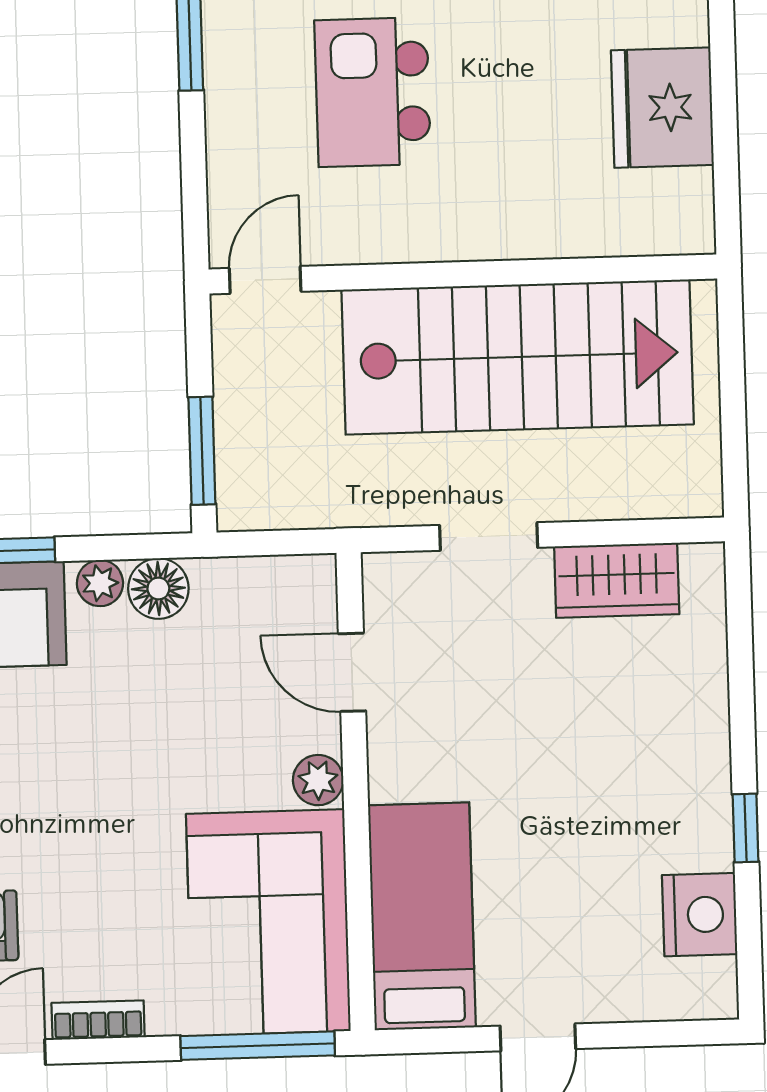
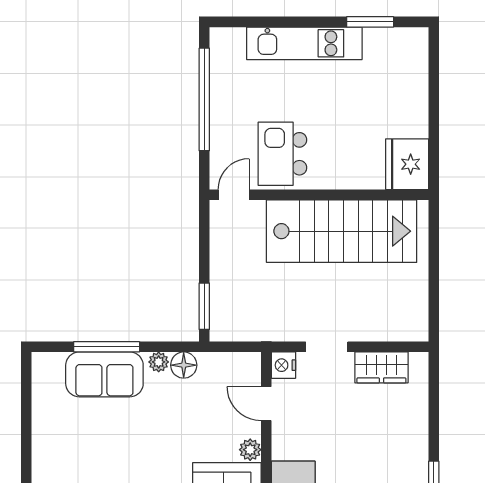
wall: (463, 274) -> (319, 195), moved
door: (265, 280) -> (234, 195), moved
stairs: (518, 357) -> (342, 231), moved
nightstand: (390, 582) -> (283, 365), added

